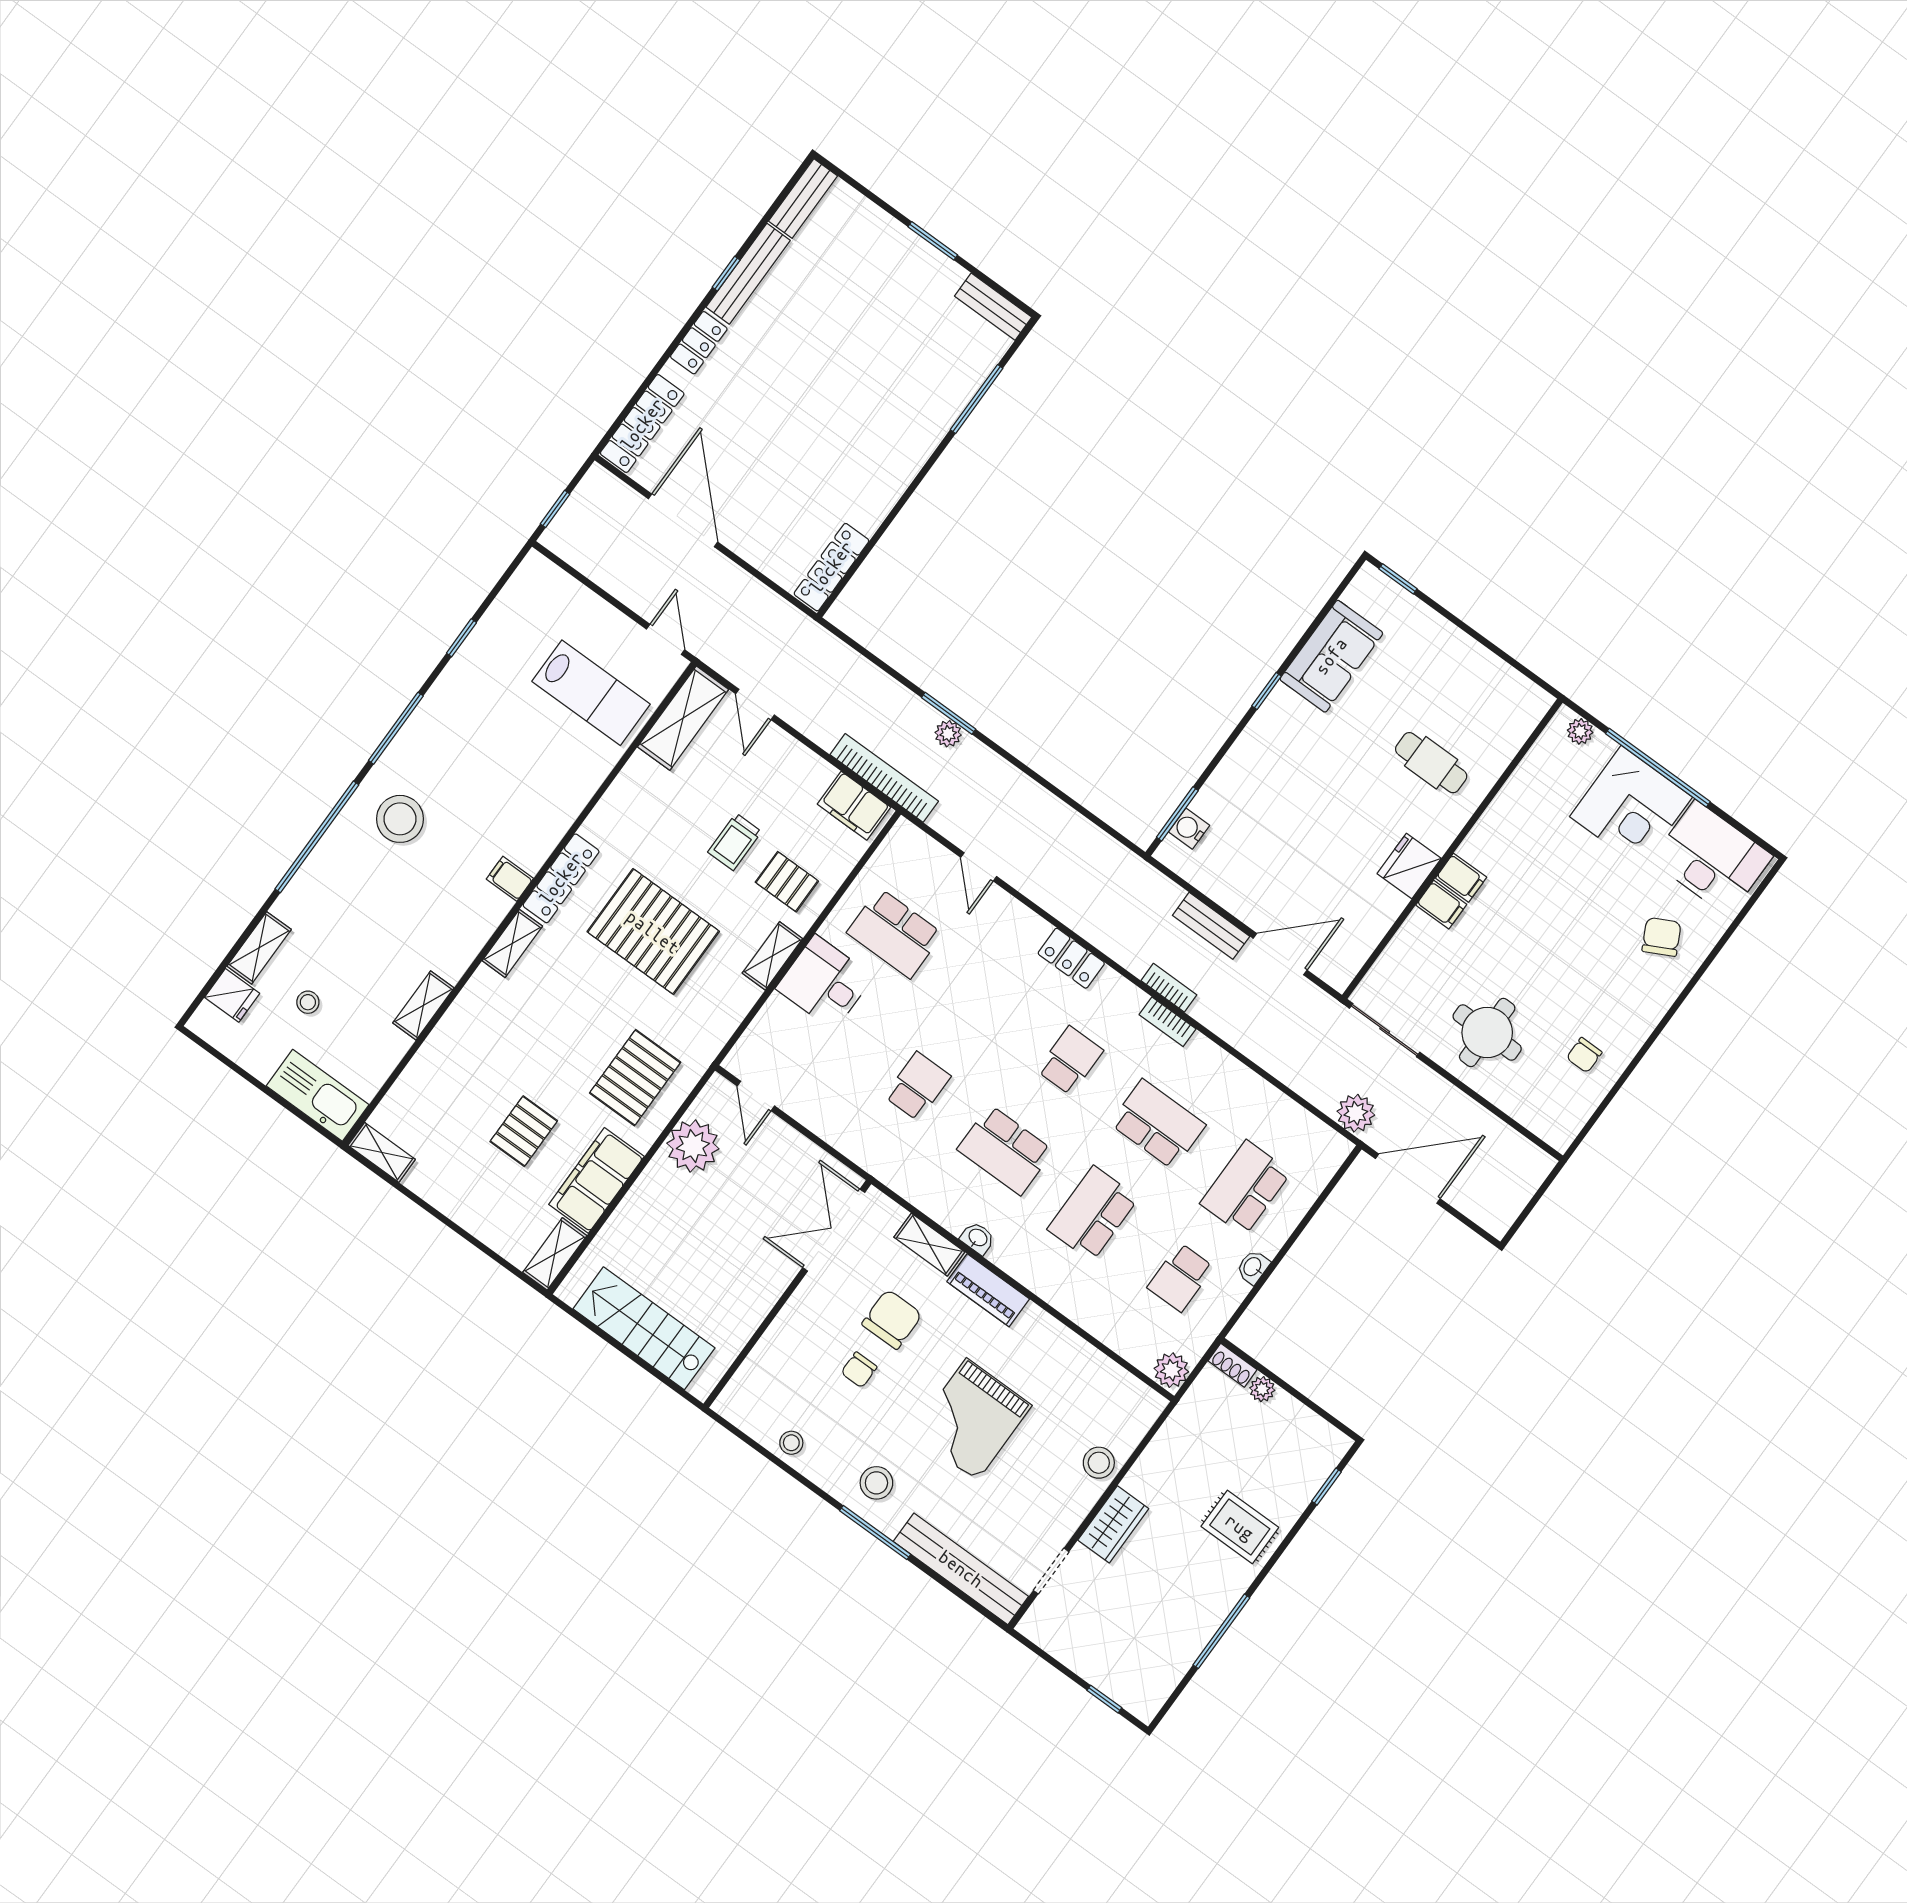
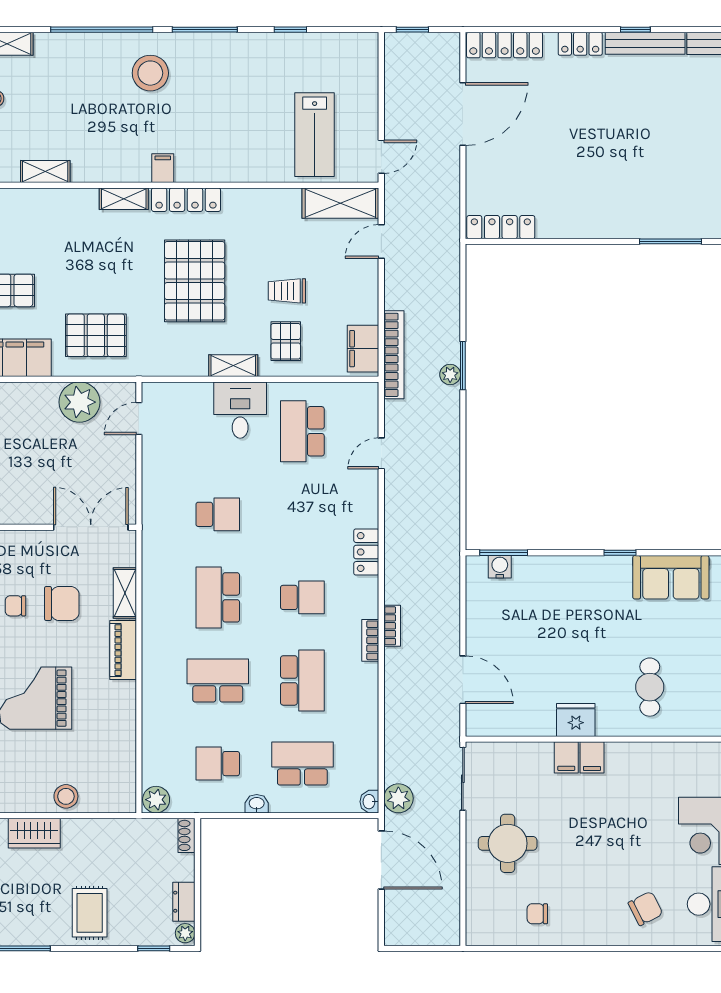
bench: (1211, 926) -> (449, 624), removed
washbasin: (978, 1238) -> (369, 802), moved, turned 180
plant: (1262, 1389) -> (185, 933), moved
dresser: (1300, 1419) -> (184, 902), added

